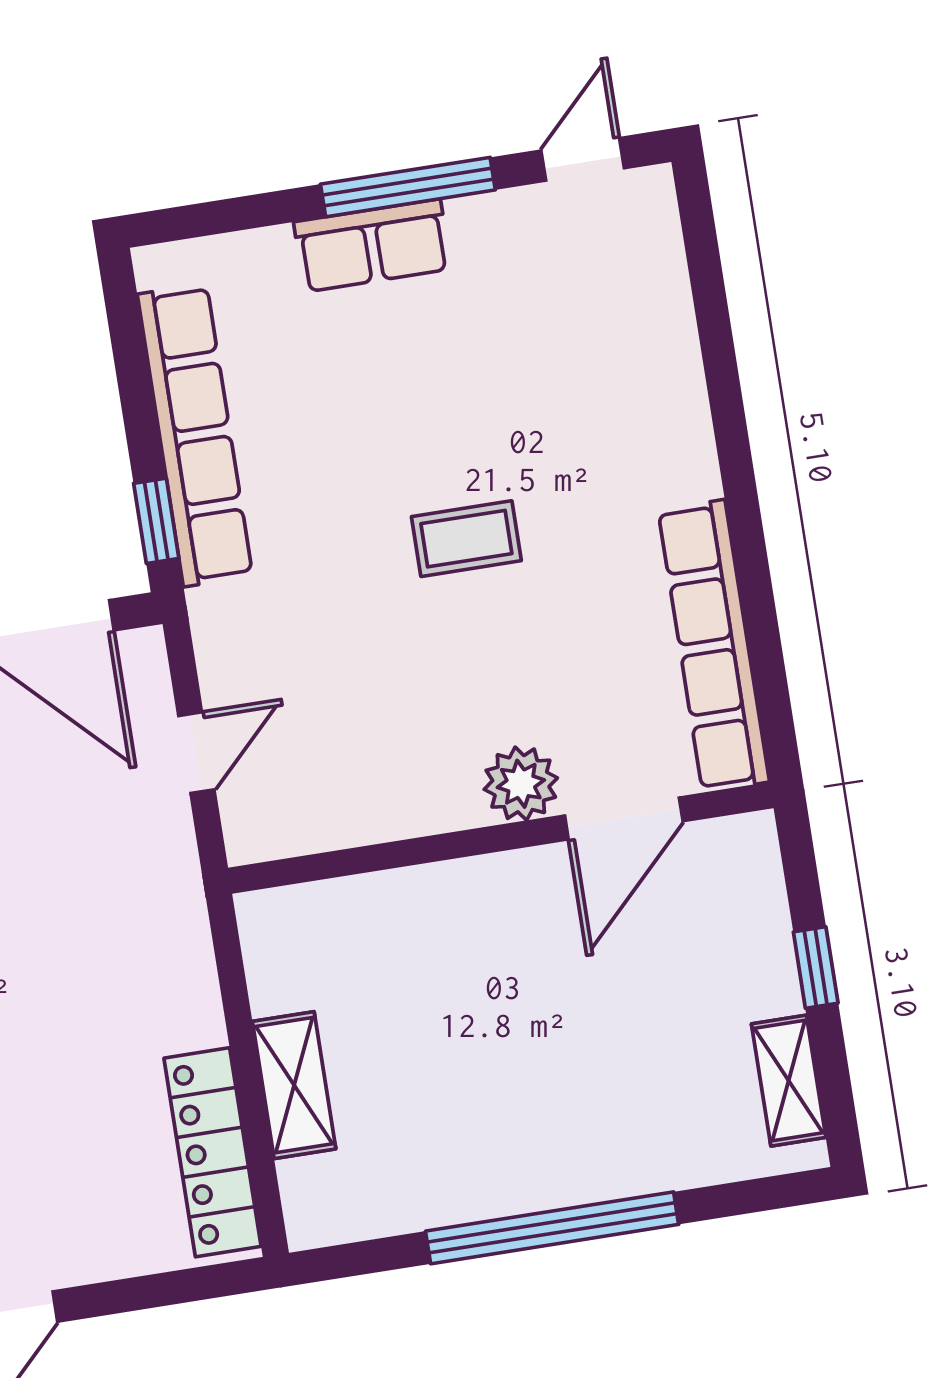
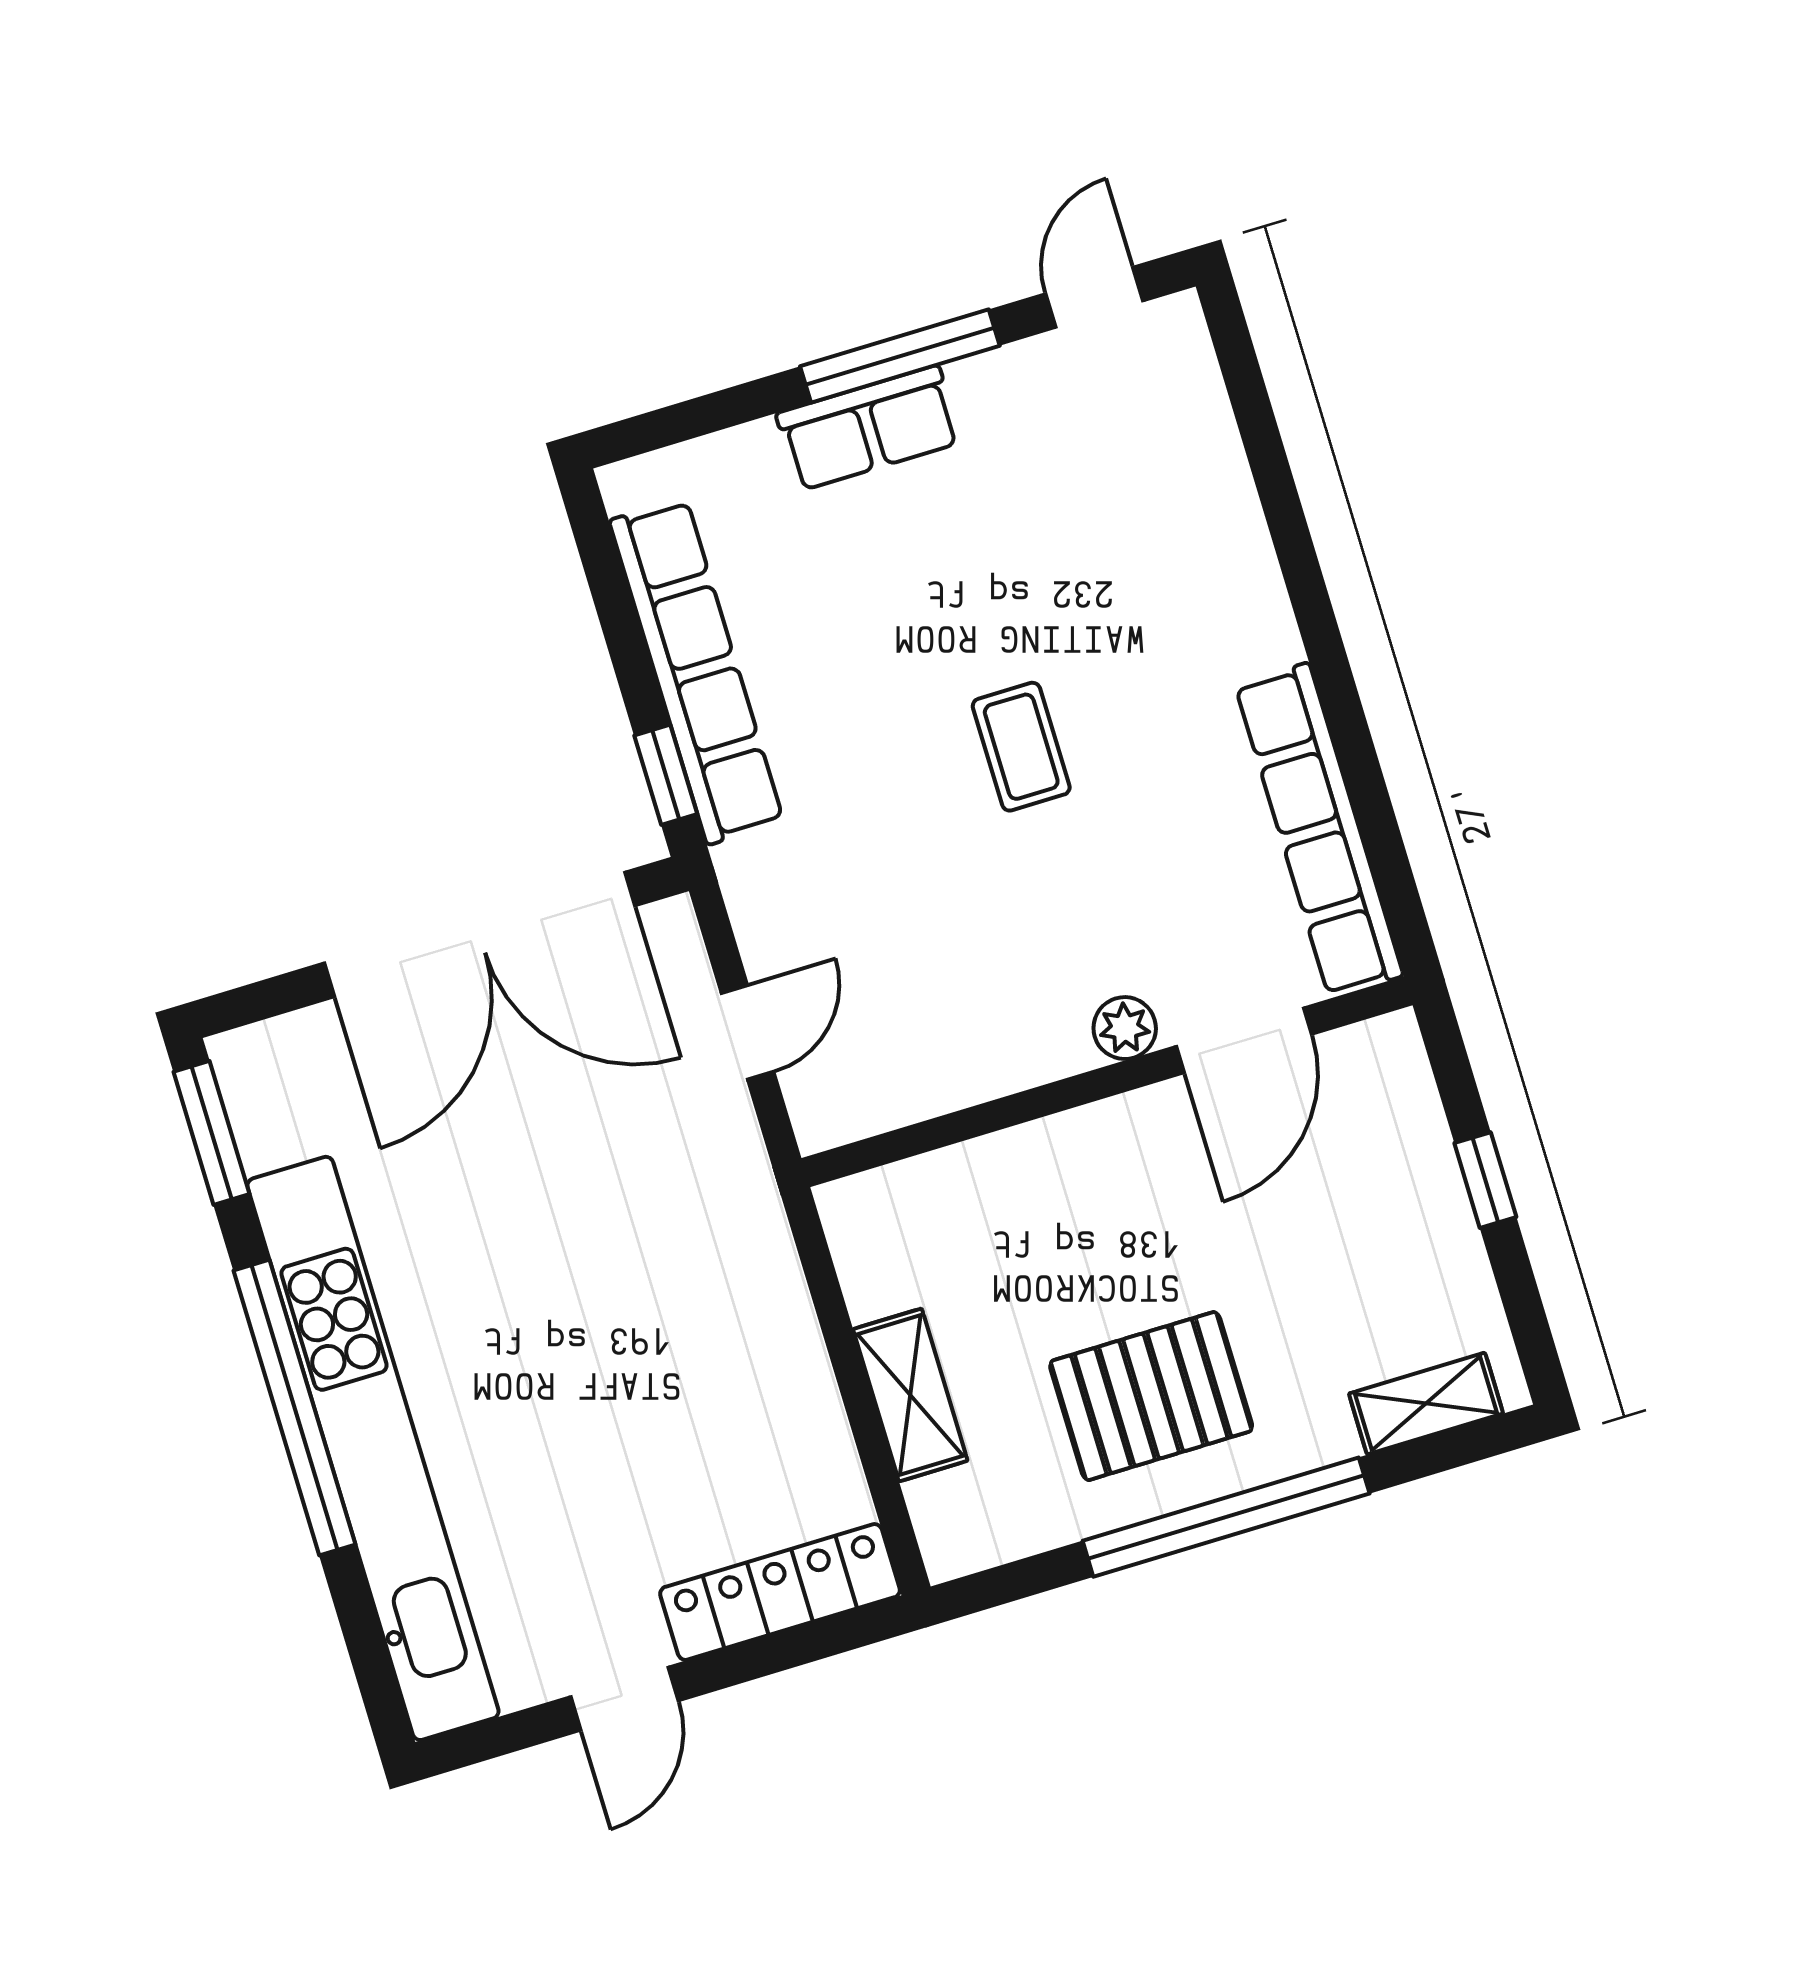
coffee table: (466, 539) -> (1021, 747), turned 90
plant: (521, 784) -> (1125, 1028), width x0.73, depth x0.73
shelving: (789, 1081) -> (1426, 1404), moved, turned 90
pallet: (502, 1114) -> (1151, 1396), added
locker: (213, 1152) -> (780, 1592), moved, turned 90

